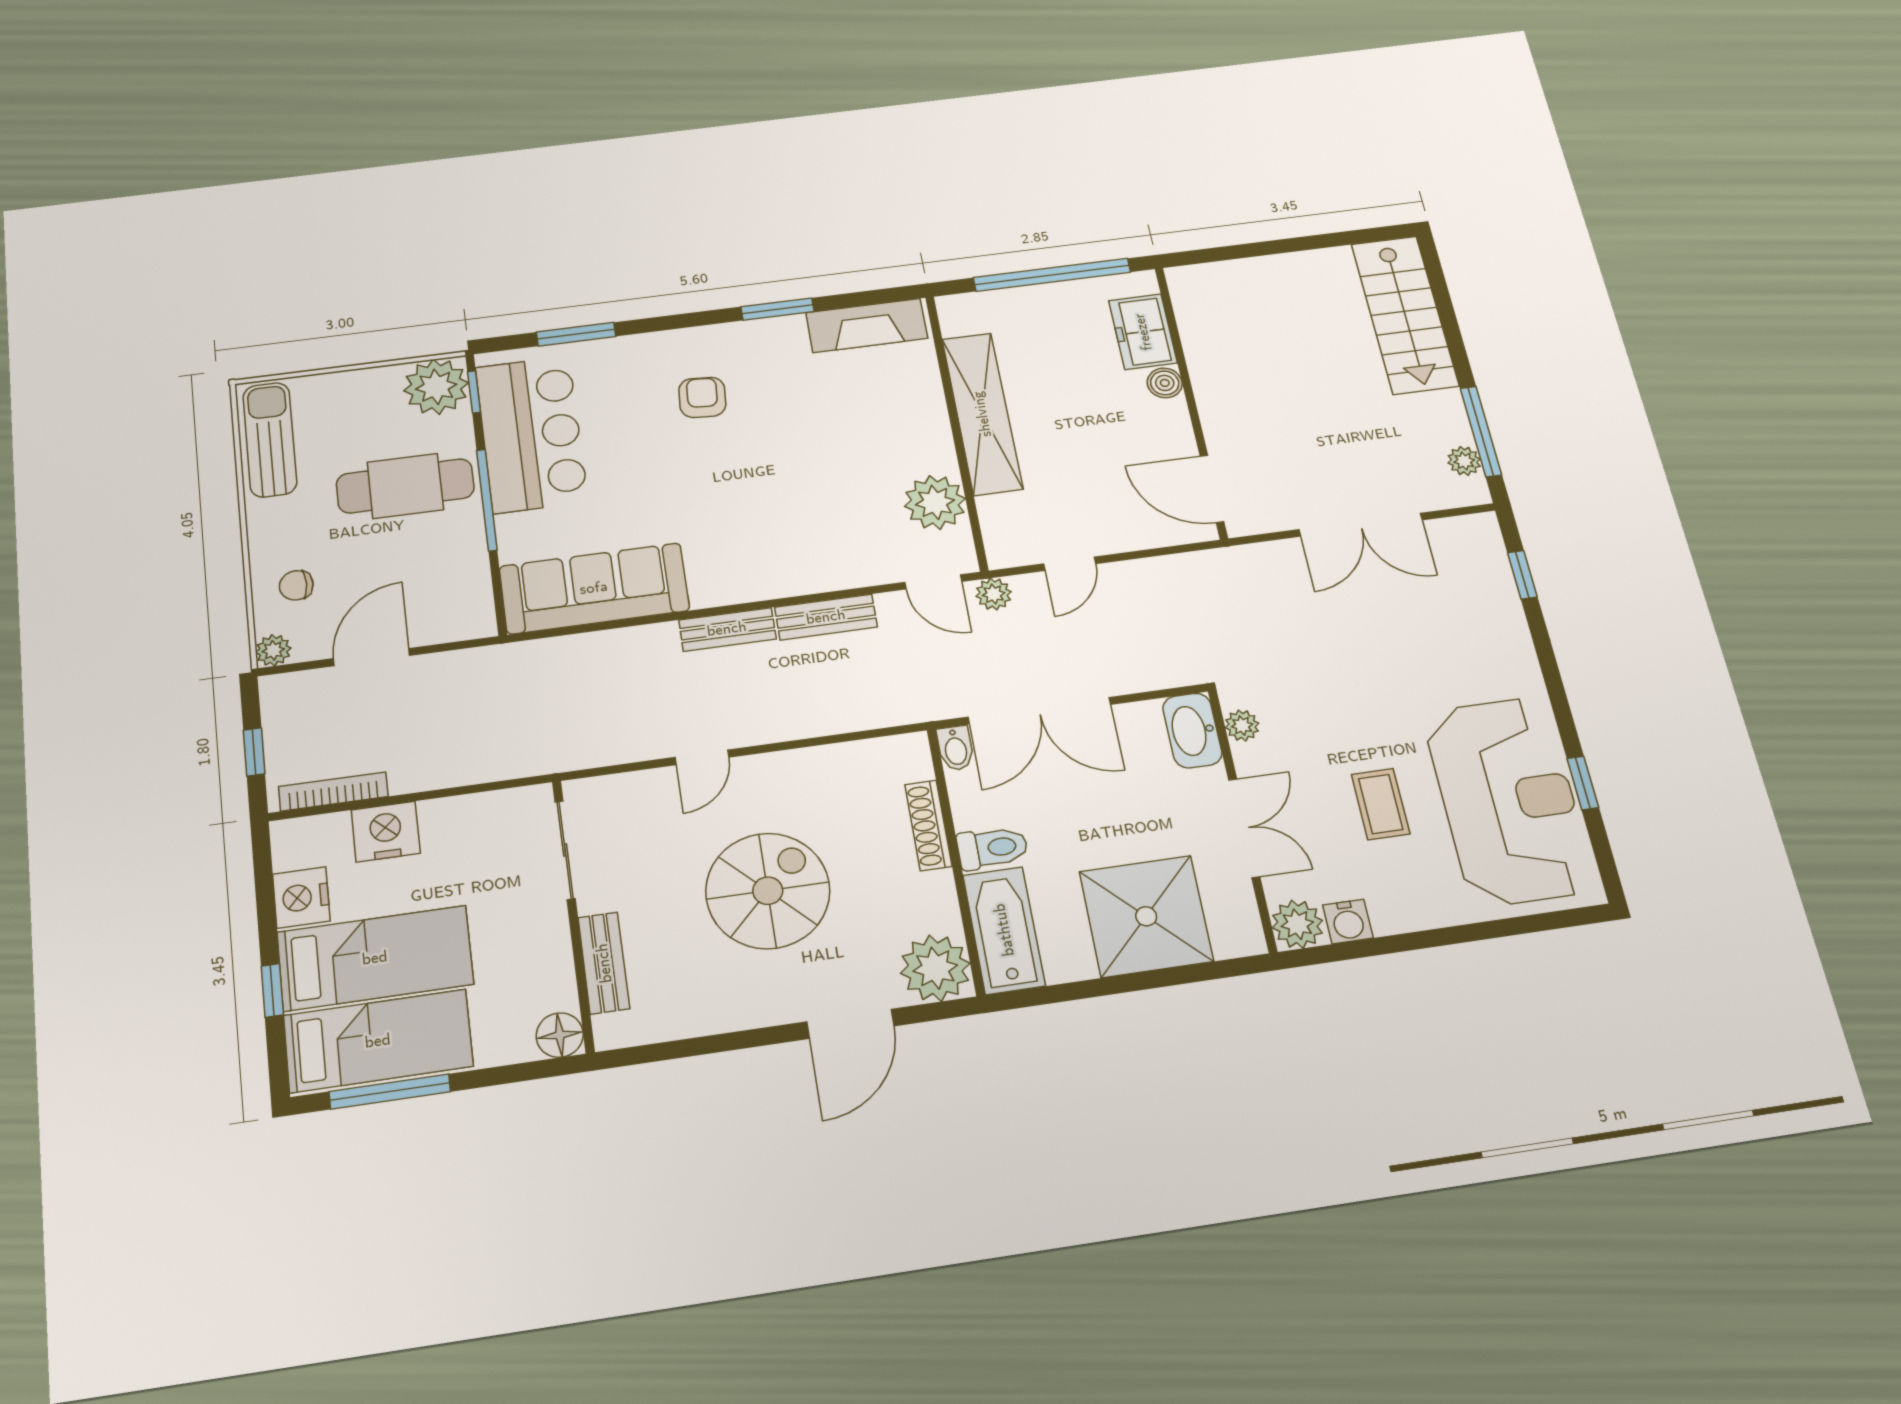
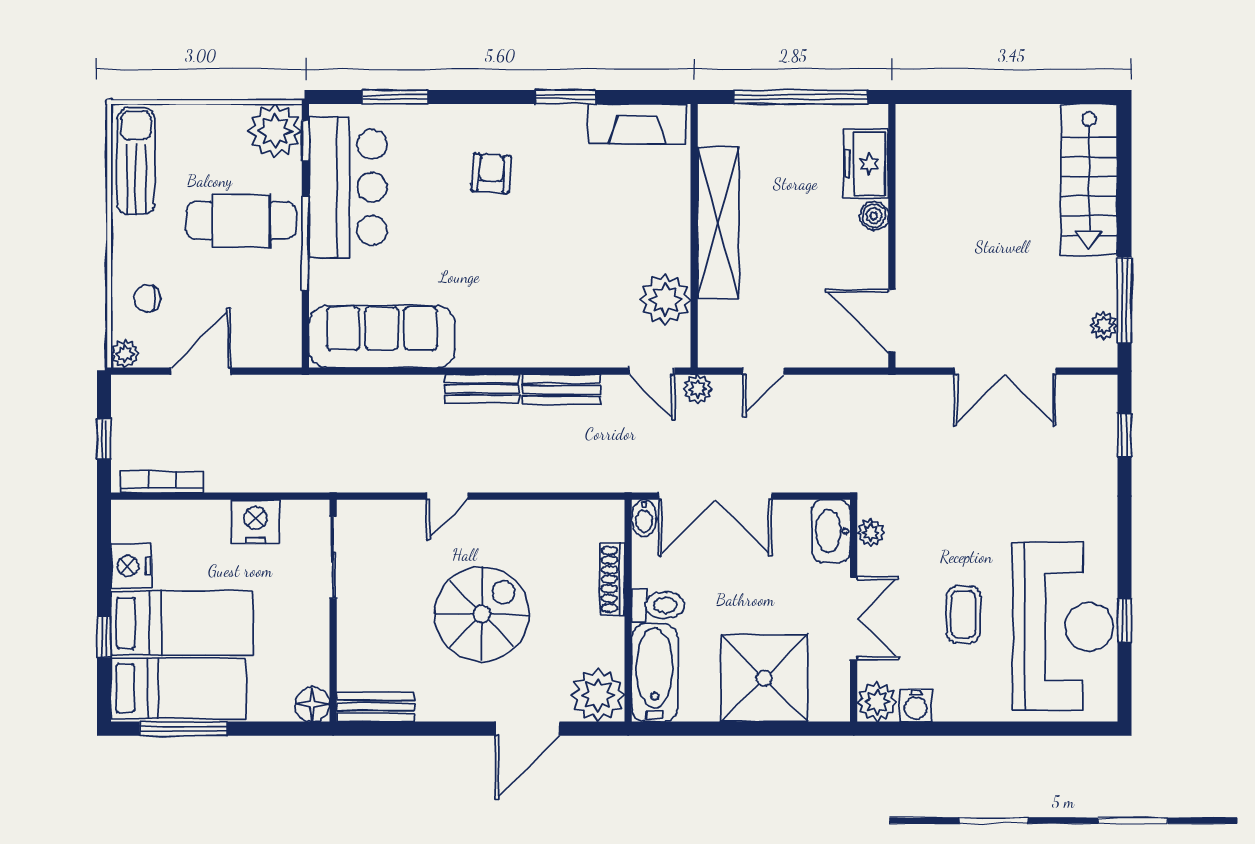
nightstand: (386, 832) -> (256, 522), moved
bench: (604, 963) -> (376, 707), moved, turned 90

